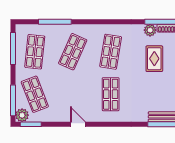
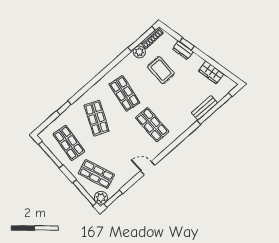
window: (55, 22) -> (64, 108), width x0.46

